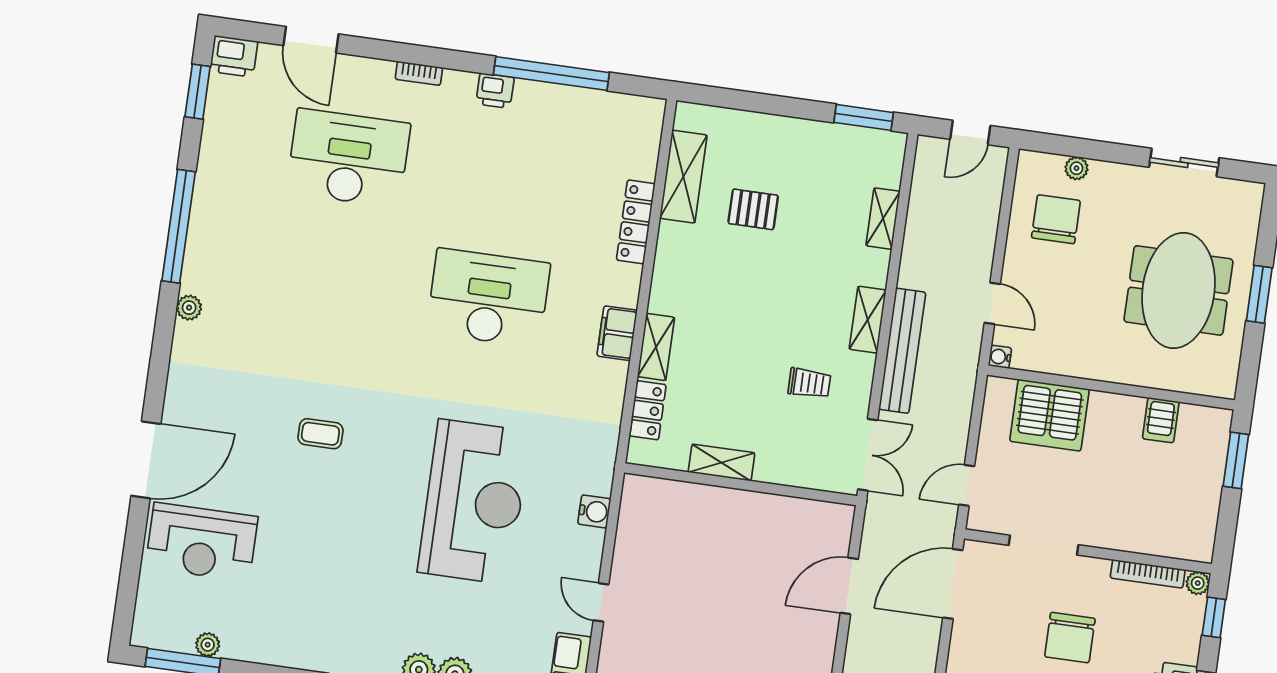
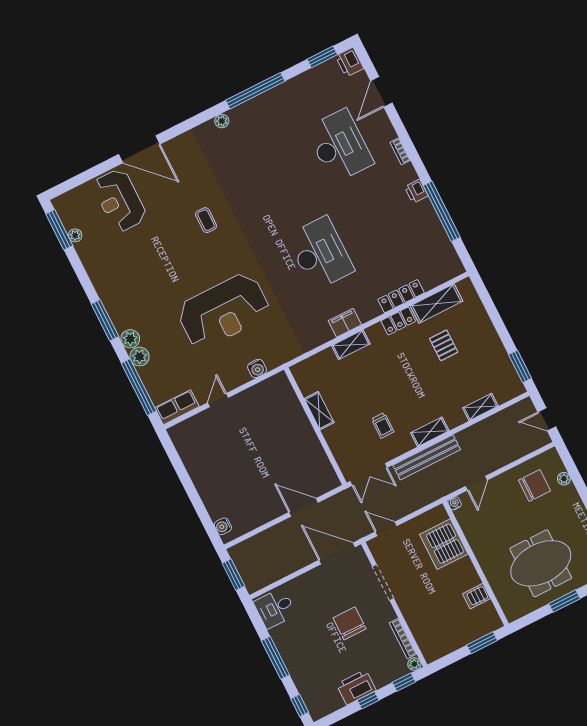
locker: (648, 410) -> (398, 321), moved
chair: (1070, 638) -> (350, 623), turned 90

